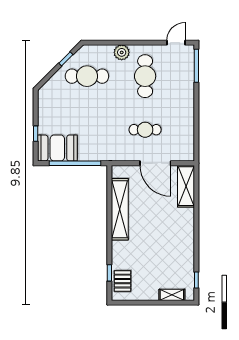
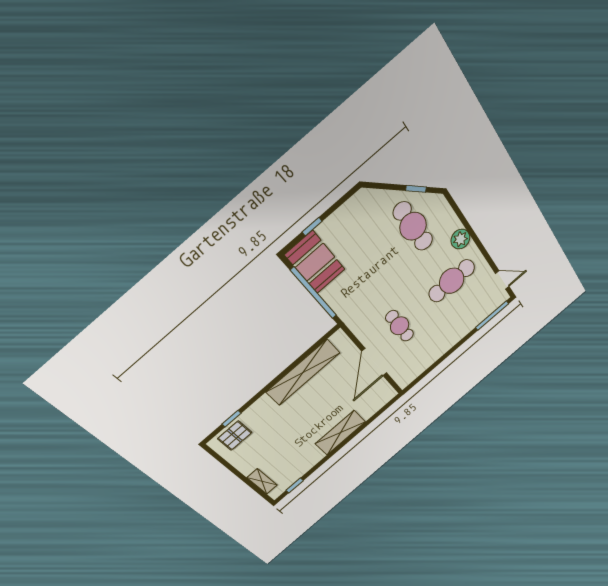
shelving: (186, 186) -> (340, 433), moved

